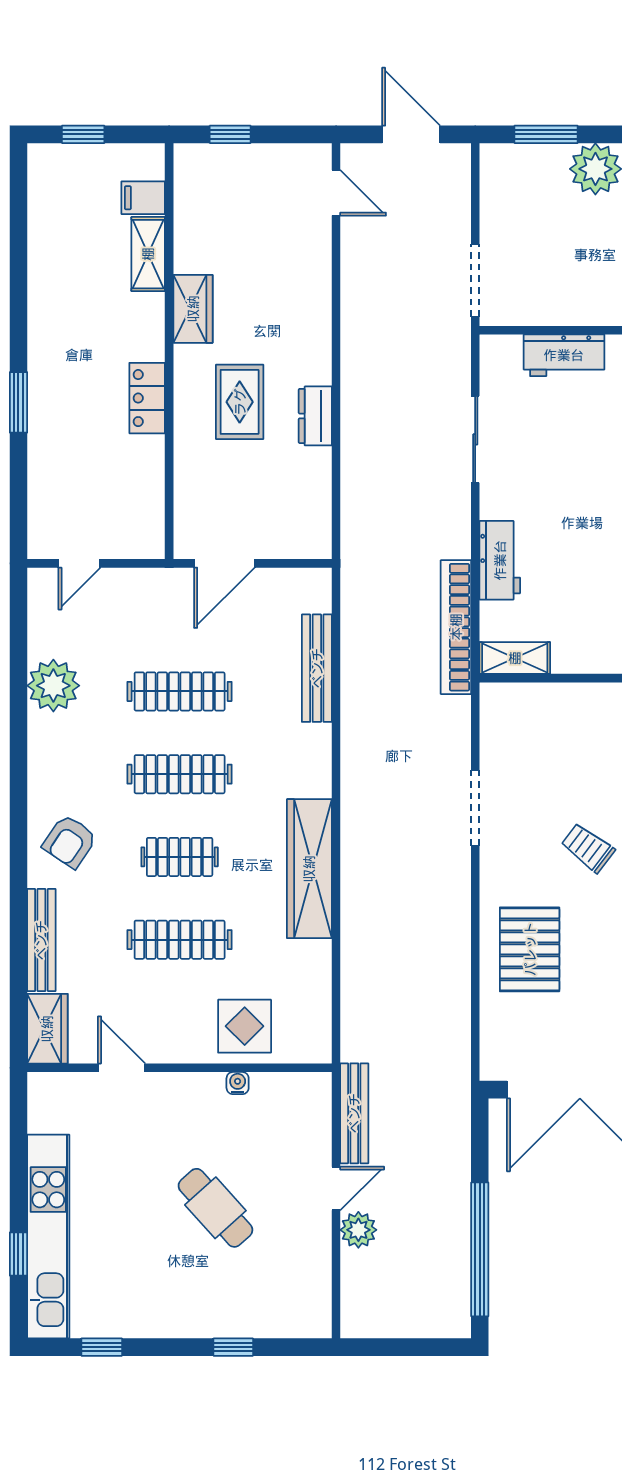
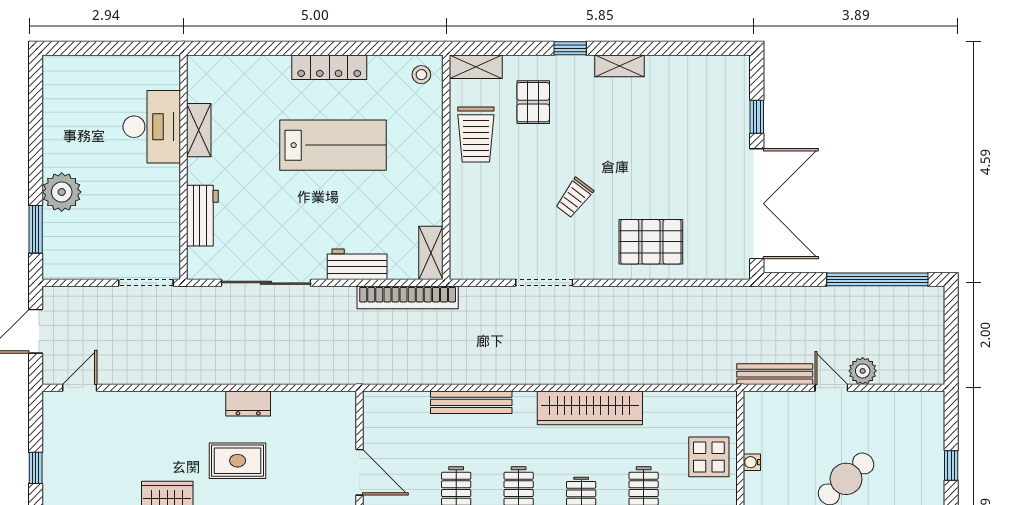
sliding door: (475, 439) -> (266, 283), width x1.37
bench: (317, 668) -> (471, 402), moved

